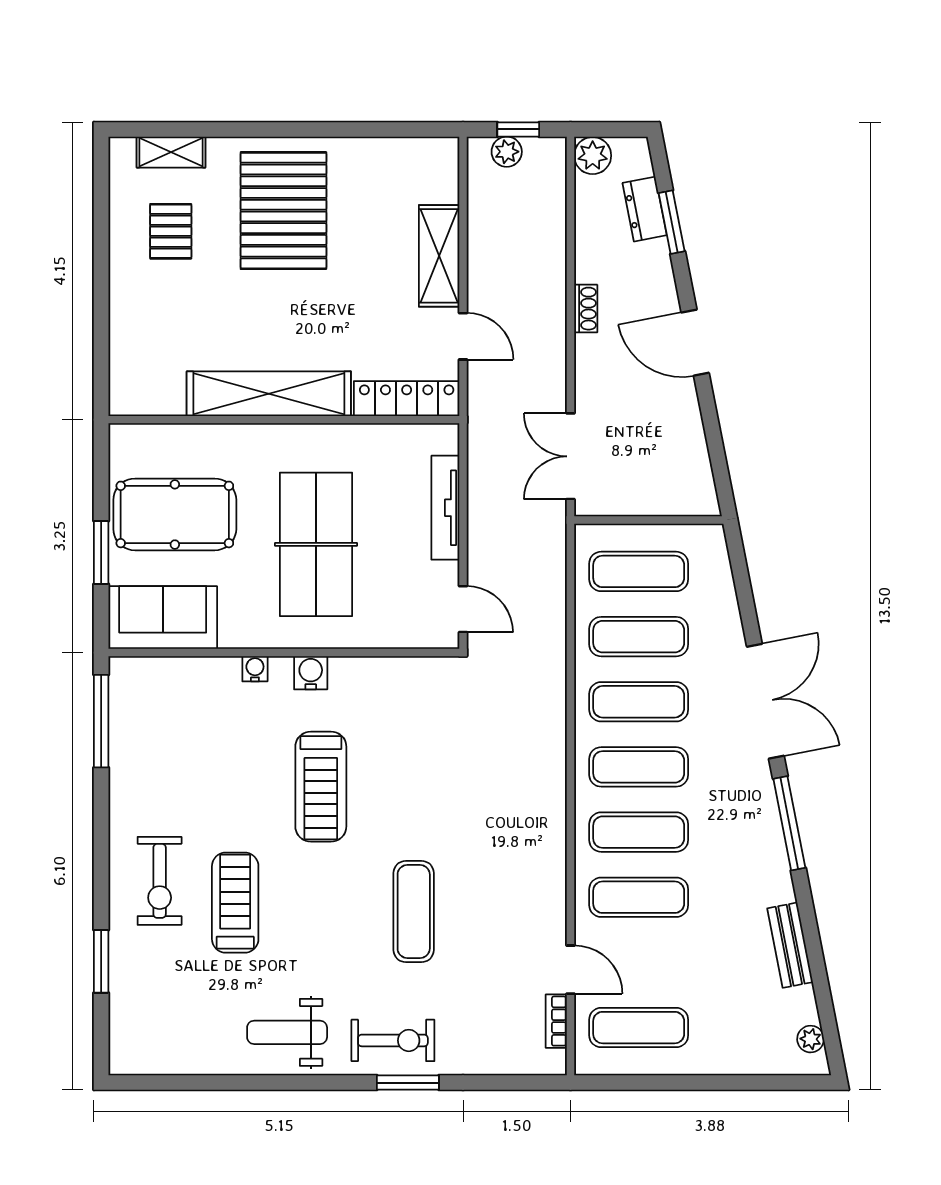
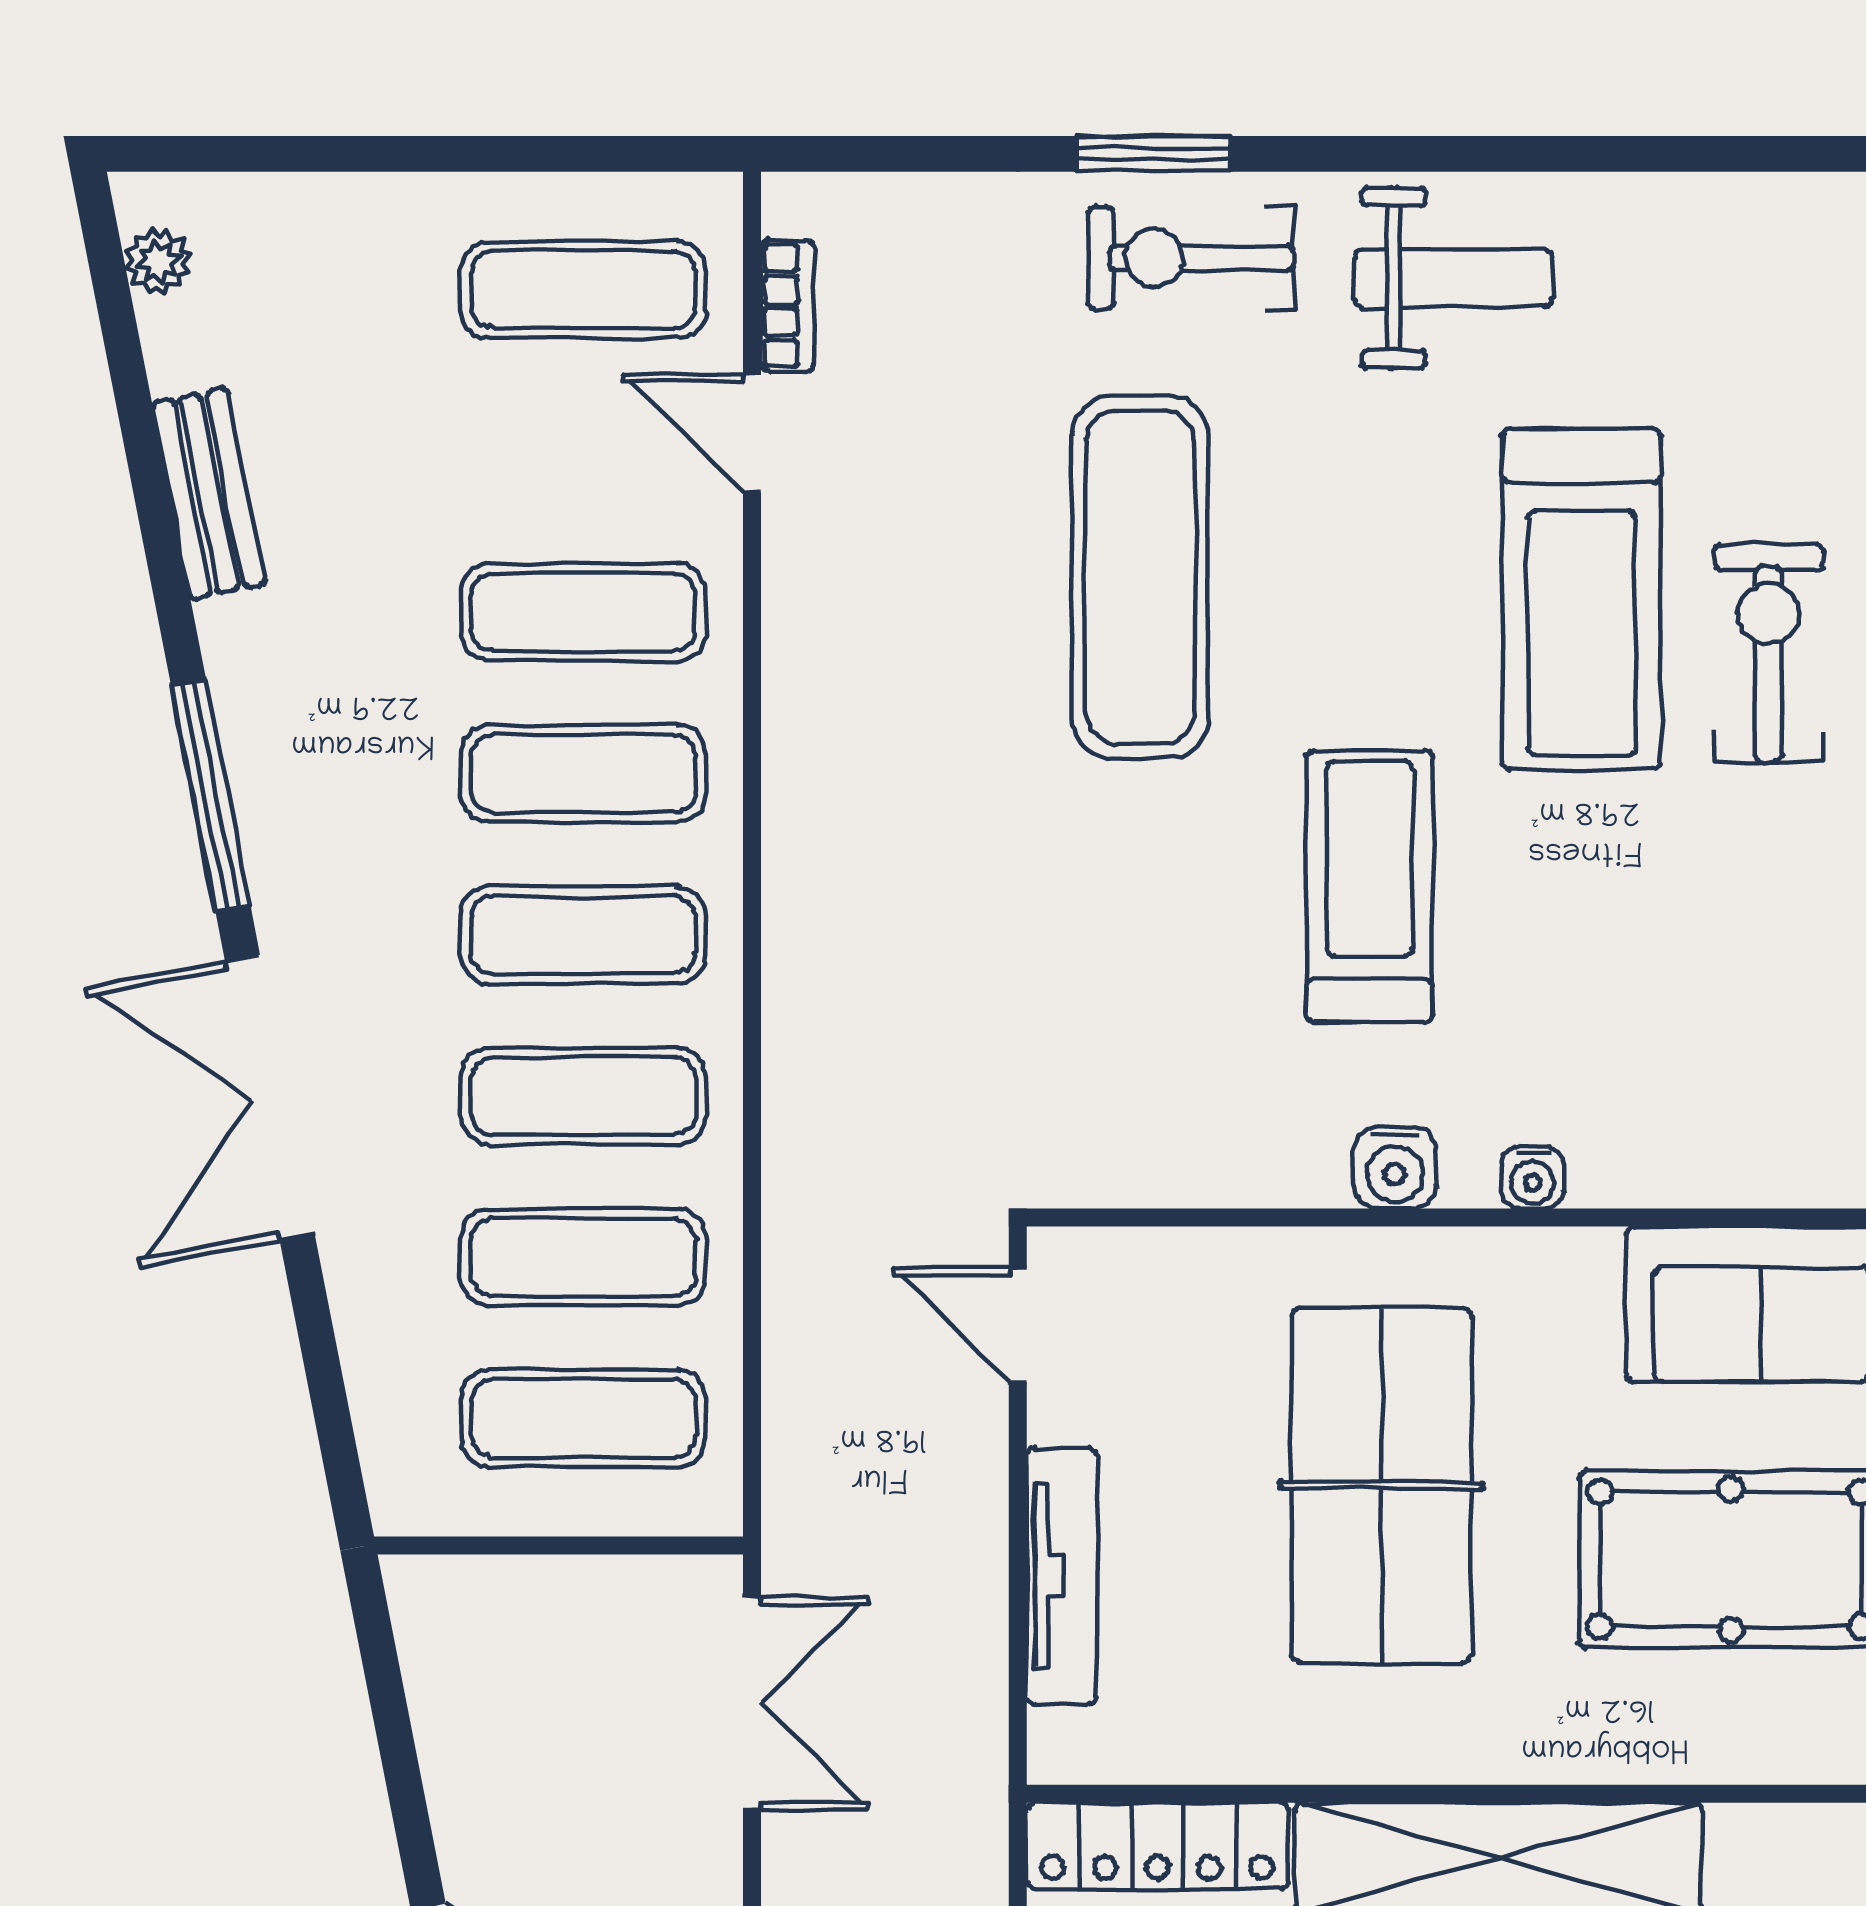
treadmill: (235, 903) -> (1582, 599), width x1.37, depth x1.38
exercise mat: (414, 912) -> (1140, 577), width x1.36, depth x1.45

